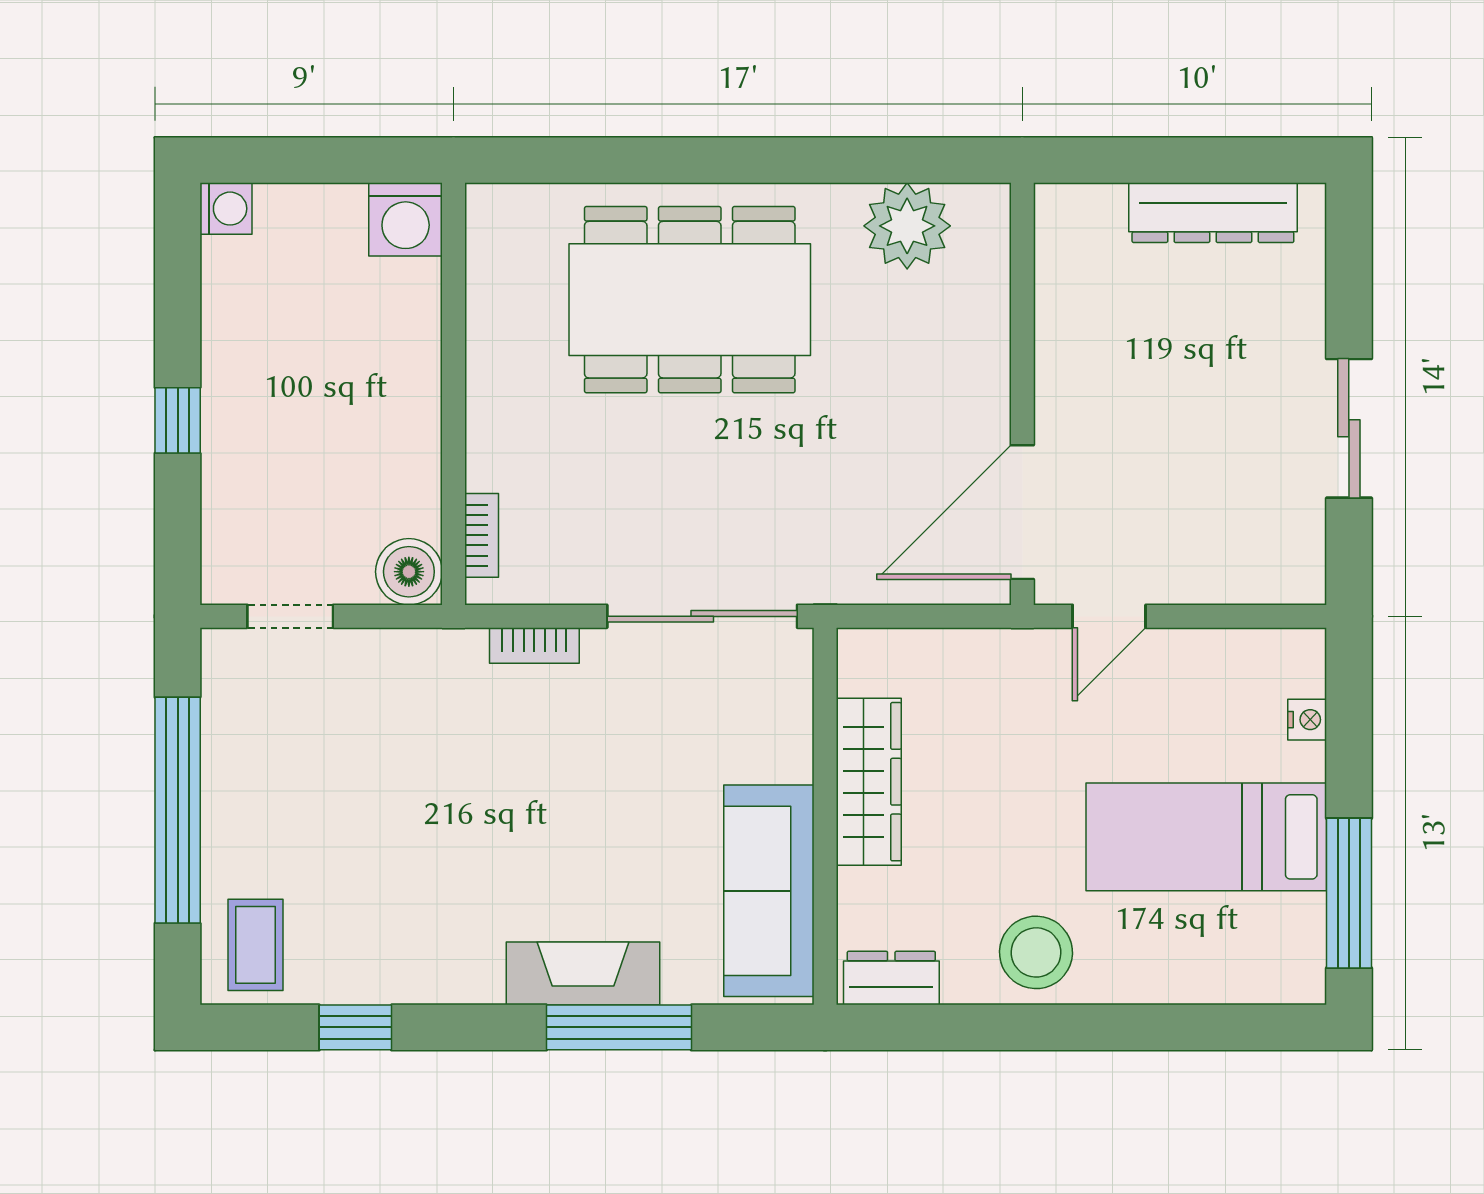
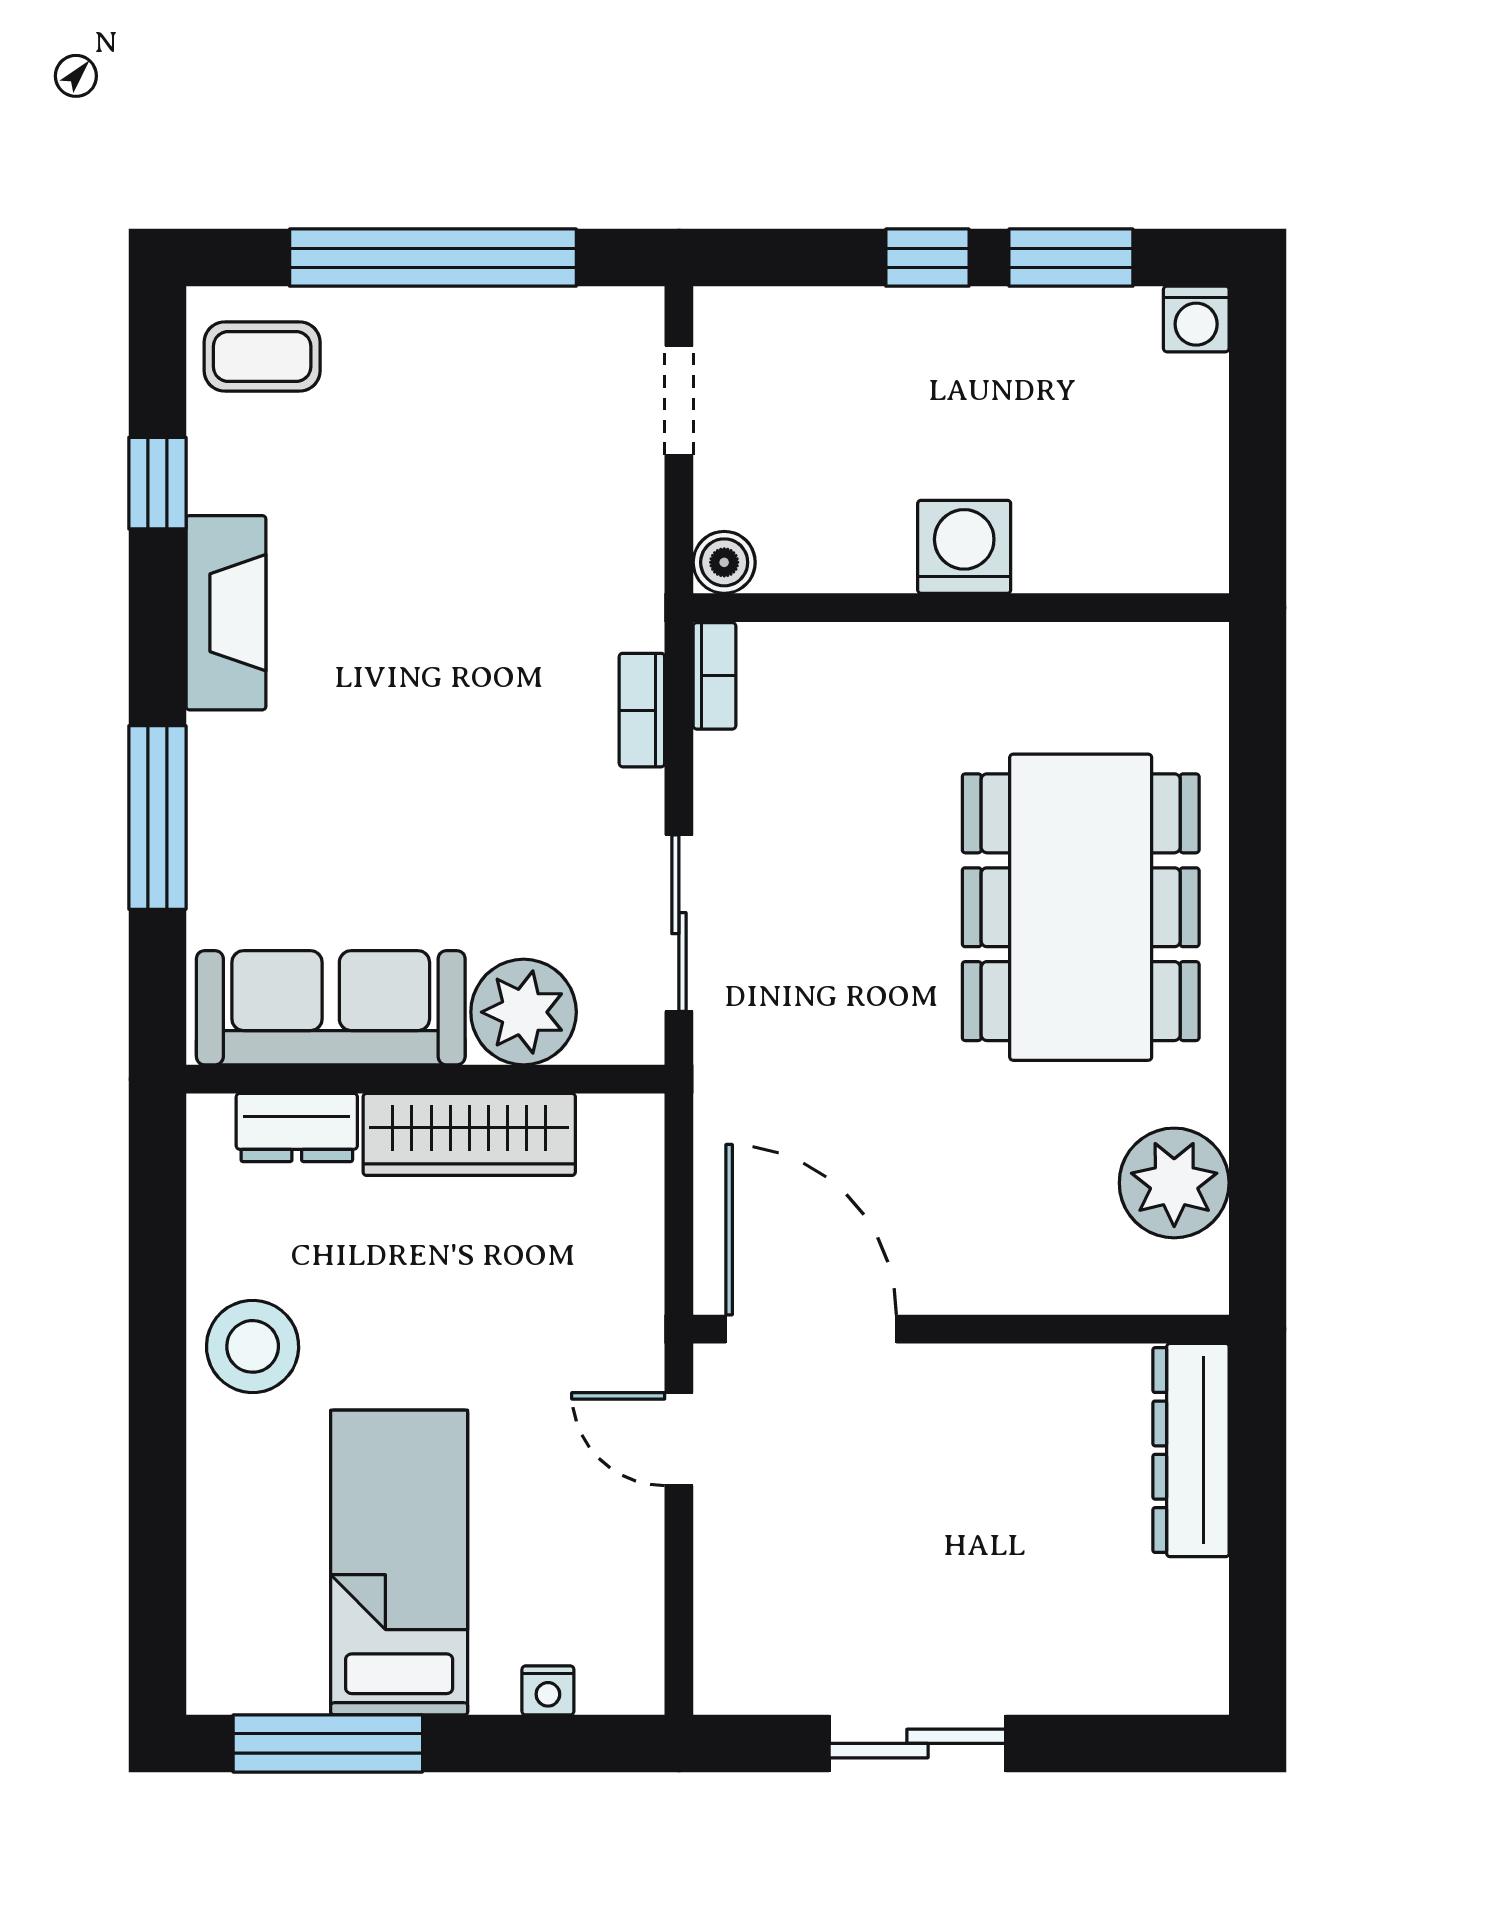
dresser: (1213, 213) -> (1191, 1450), moved
washing machine: (406, 219) -> (964, 547), moved, turned 90
window: (178, 307) -> (1071, 258), added
bookcase: (482, 535) -> (715, 676), moved, turned -90
boiler: (409, 572) -> (724, 562), width x0.73, depth x0.73
sliding door: (702, 616) -> (679, 923), width x0.73
plant: (772, 739) -> (524, 1012), added
fireplace: (583, 973) -> (226, 613), moved
dresser: (891, 978) -> (297, 1127), moved, turned 90

